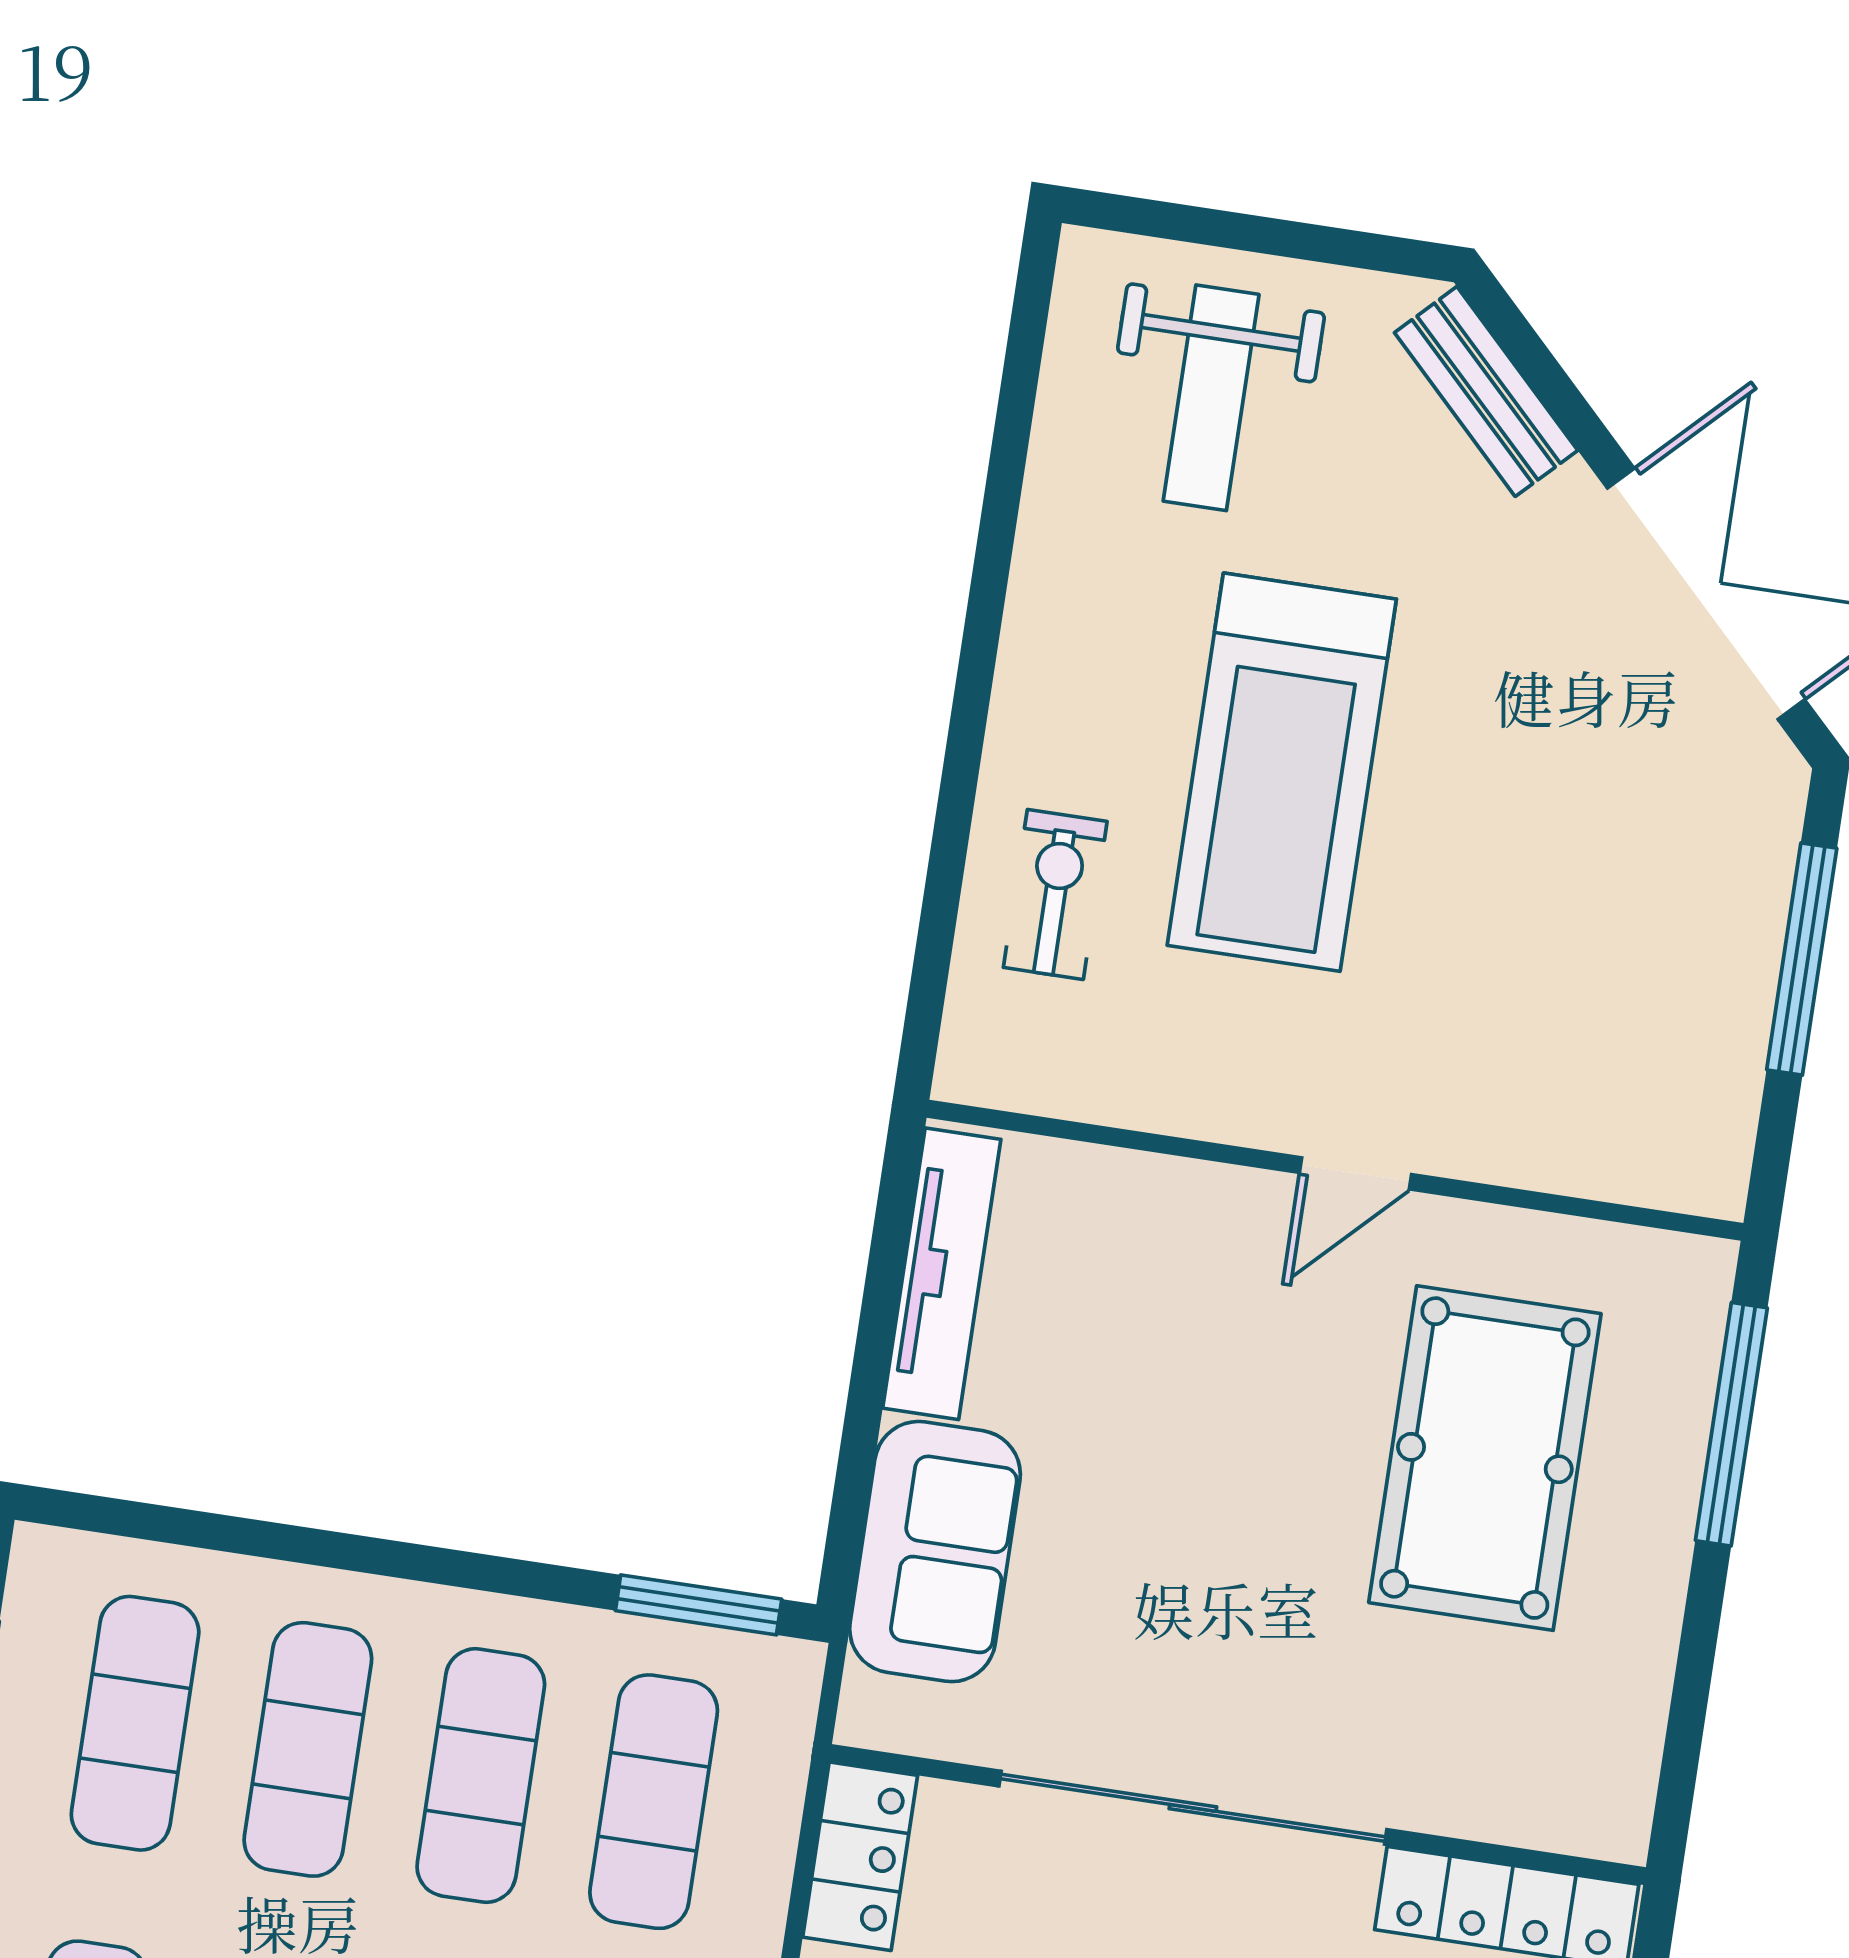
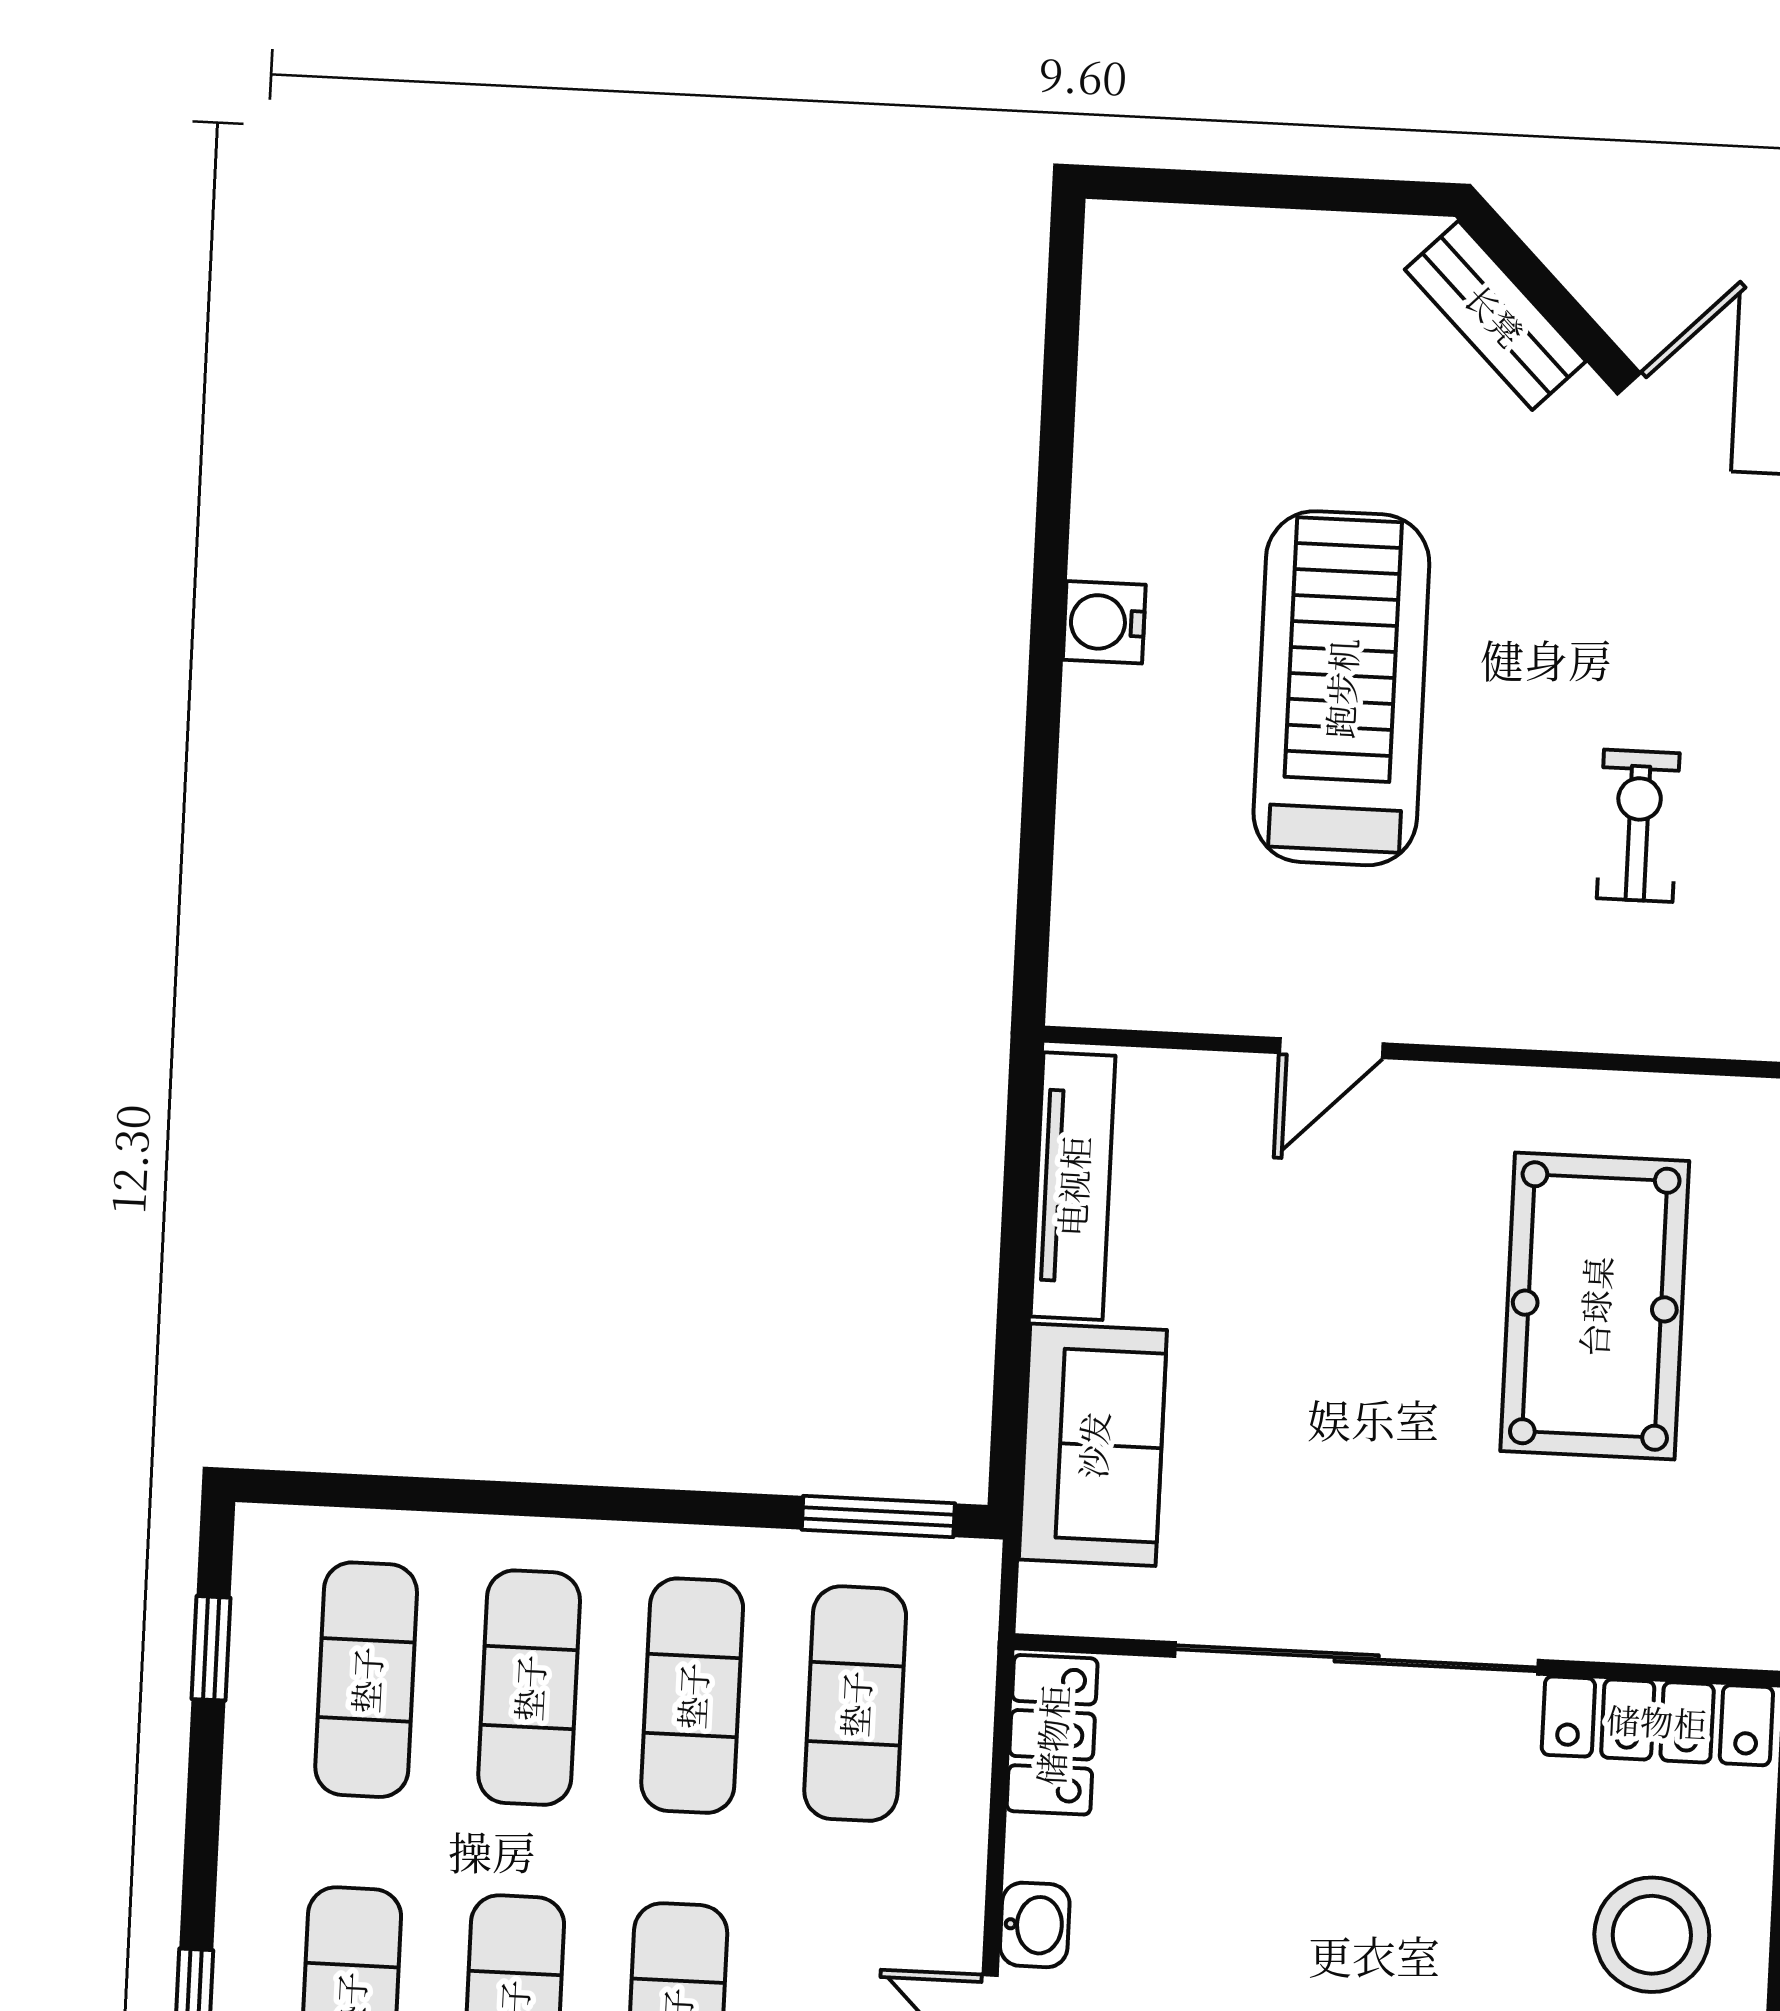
weight bench: (1211, 398) -> (1241, 347), removed
water cooler: (1036, 676) -> (1104, 622), added
treadmill: (1282, 772) -> (1341, 688), turned 180
exercise bike: (1055, 894) -> (1638, 826), moved
door: (1356, 1173) -> (1331, 1048), moved

